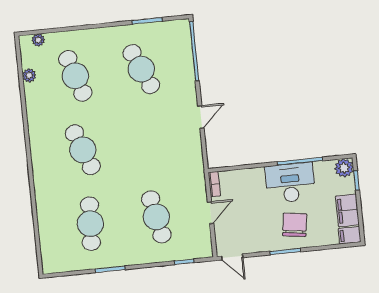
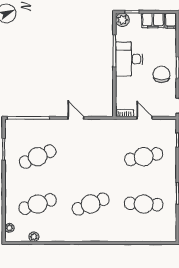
chair: (295, 225) -> (161, 74), moved, turned 82

